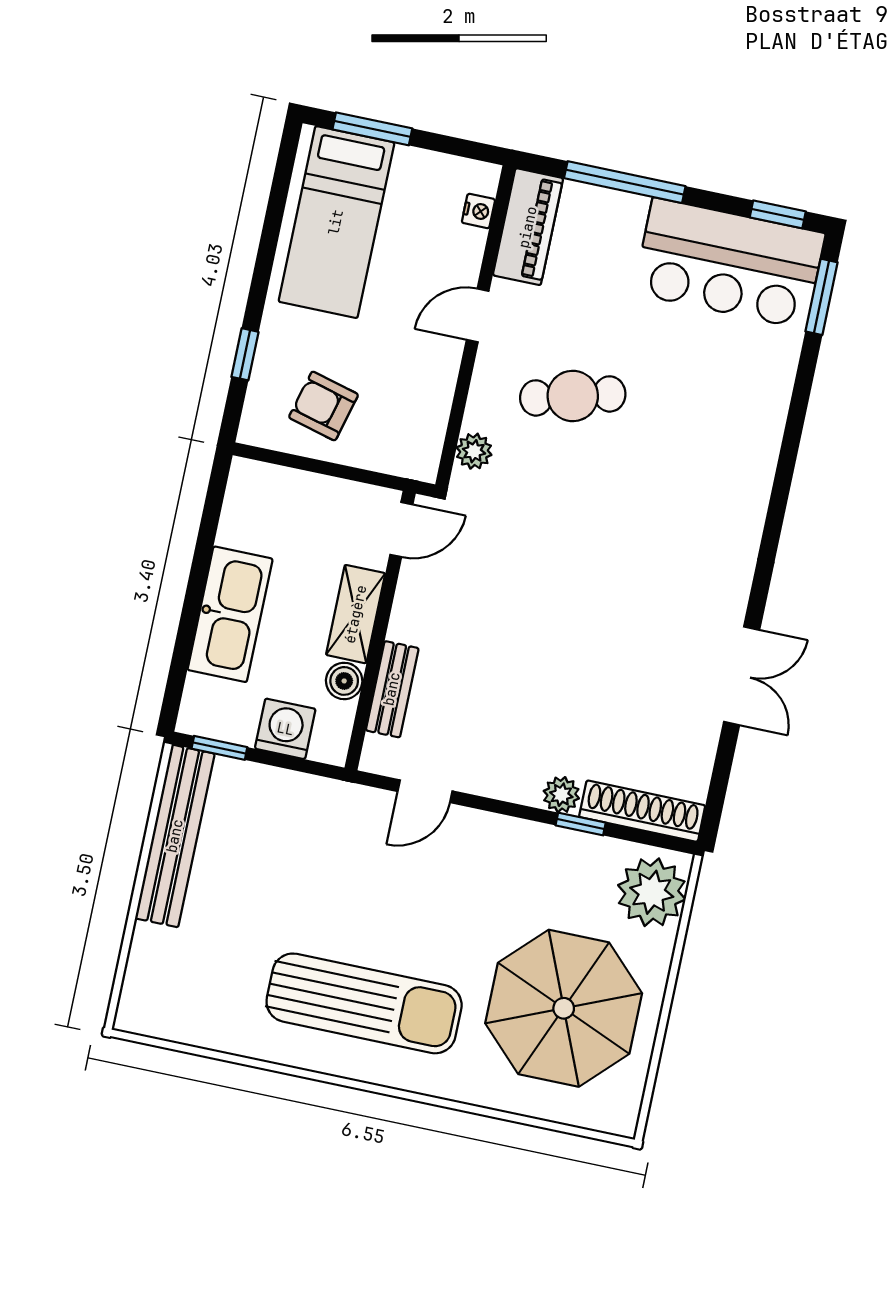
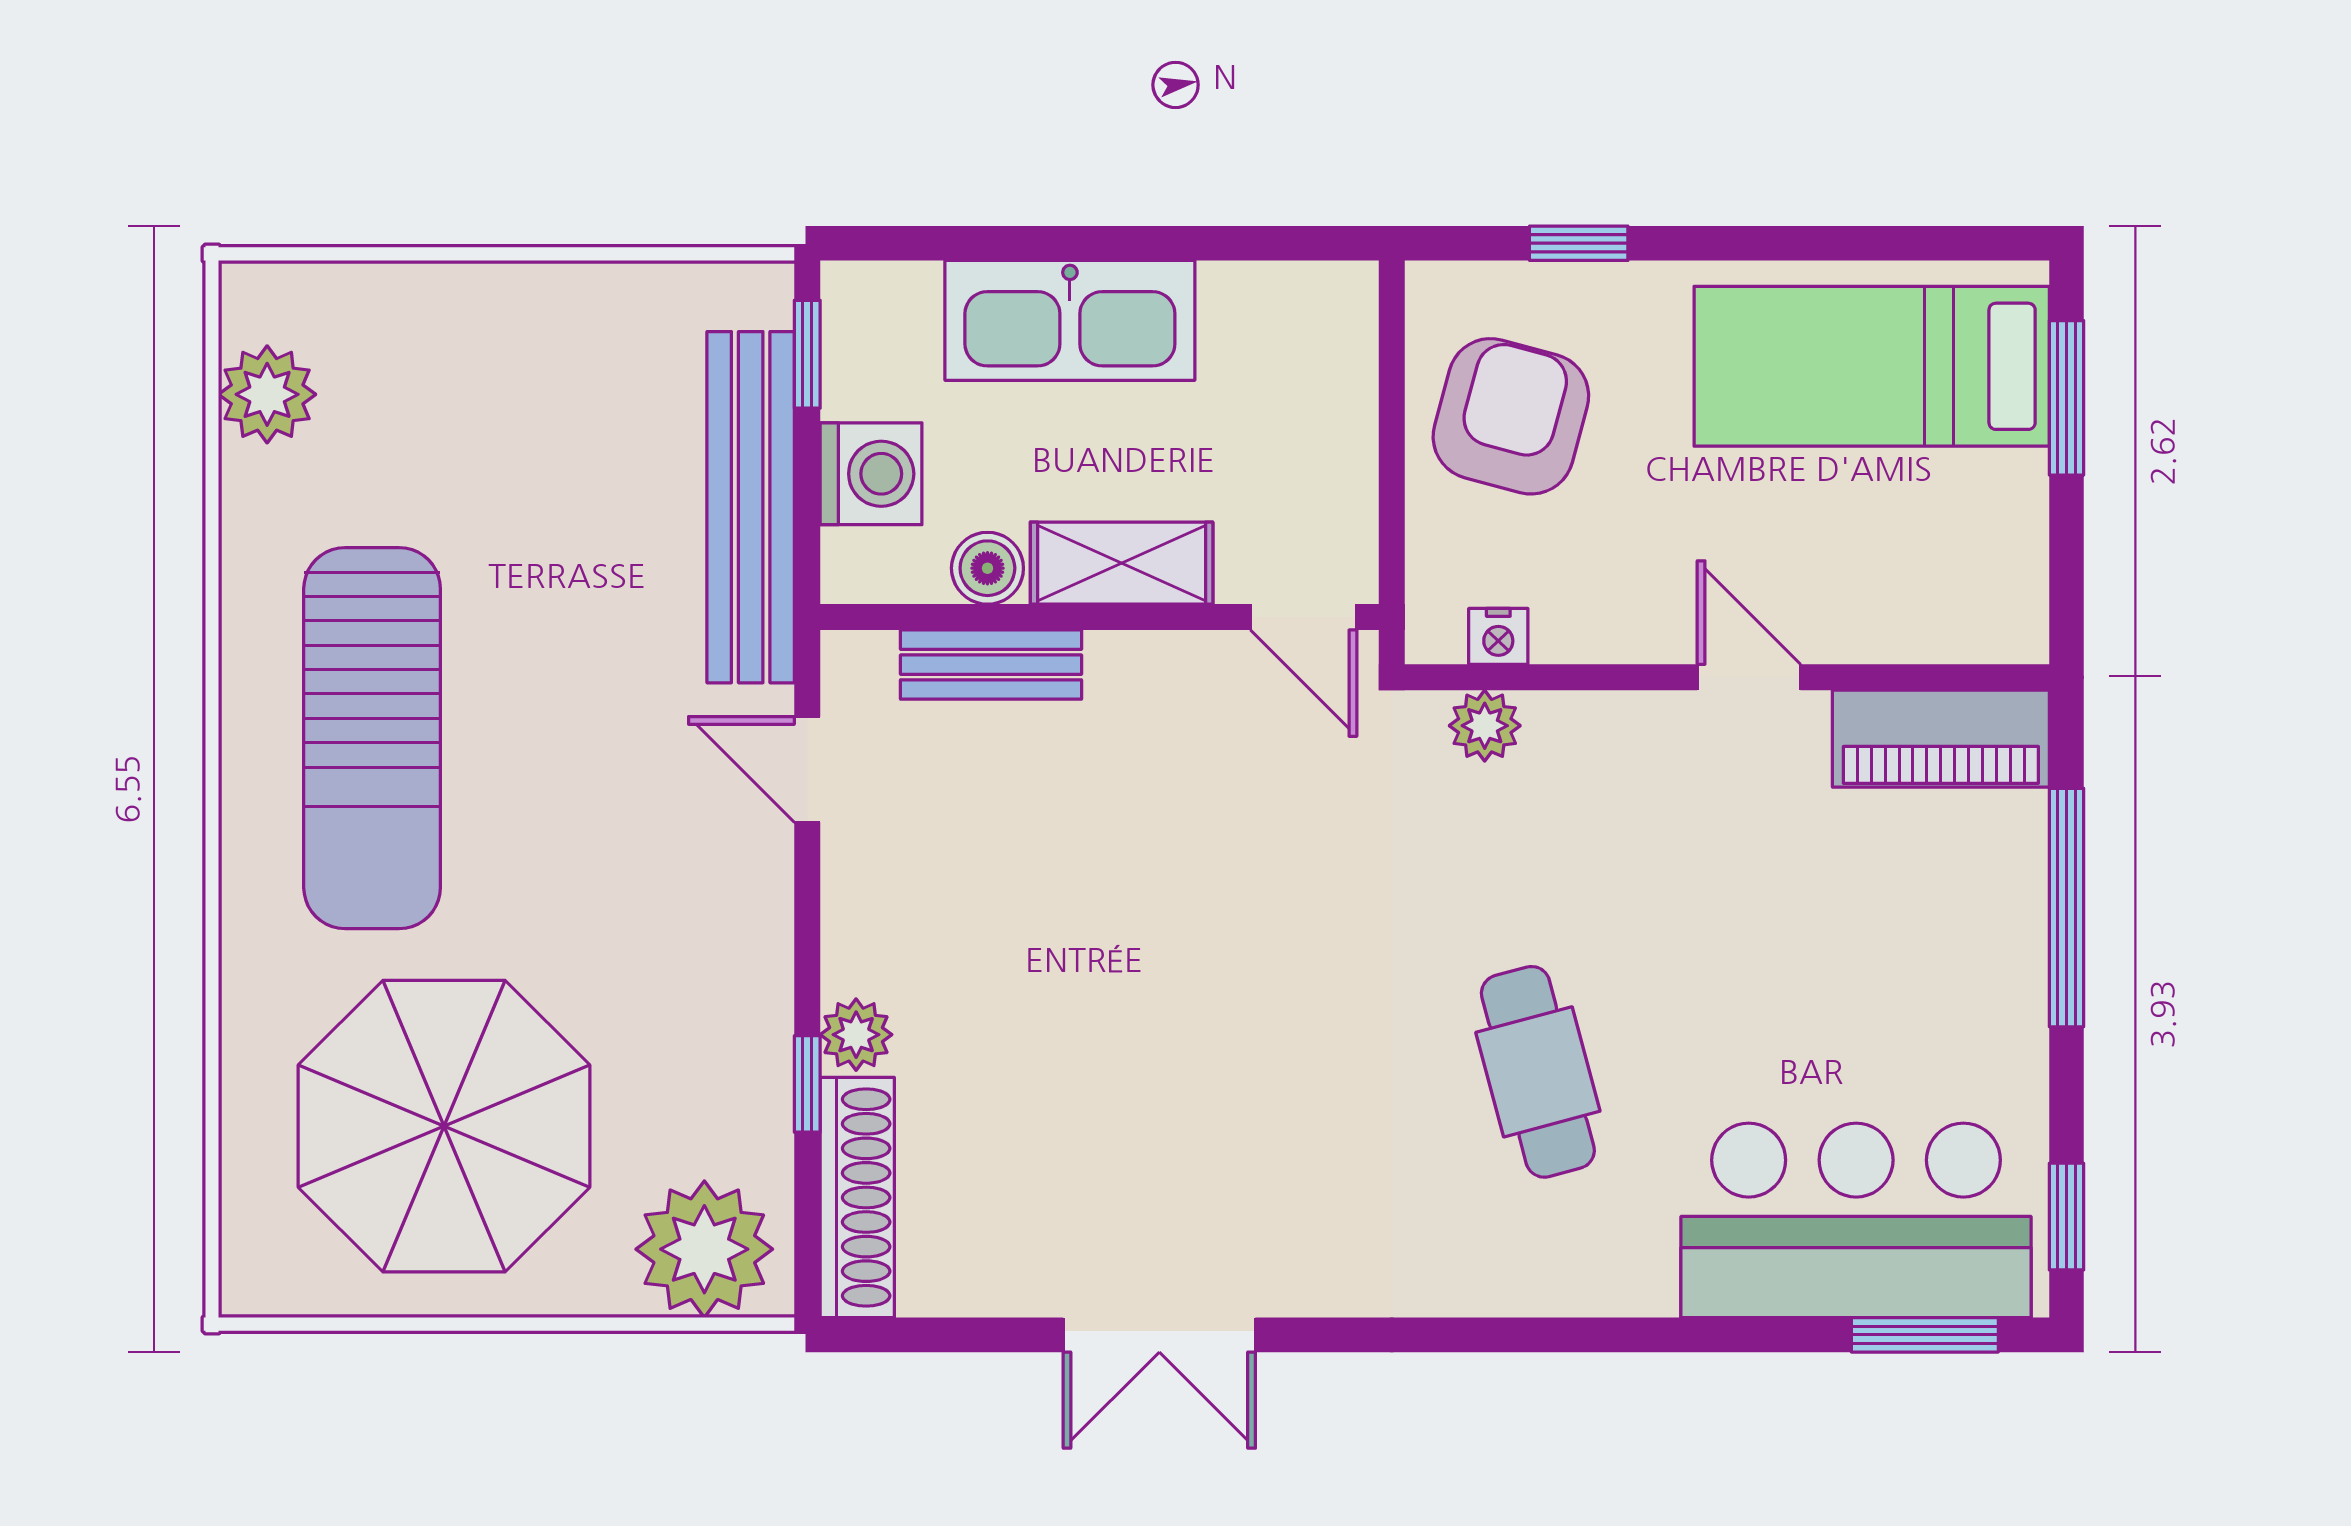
nightstand: (478, 211) -> (1498, 636), moved
bar counter: (729, 263) -> (1856, 1220), moved, turned 90
cafe table: (573, 396) -> (1538, 1072), moved
armchair: (324, 406) -> (1511, 416), width x1.38, depth x1.38
bench: (175, 836) -> (751, 507), moved, turned 90
plant: (183, 1020) -> (267, 394), added

